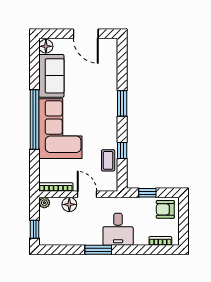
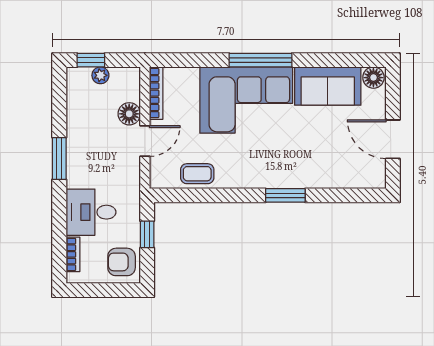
door: (86, 34) -> (393, 139), hinge flipped
window: (35, 119) -> (260, 60), width x0.68
window: (122, 151) -> (212, 195), removed
plant: (44, 203) -> (100, 75), moved
armchair: (165, 209) -> (122, 262), turned -90
desk: (118, 229) -> (91, 212), moved

